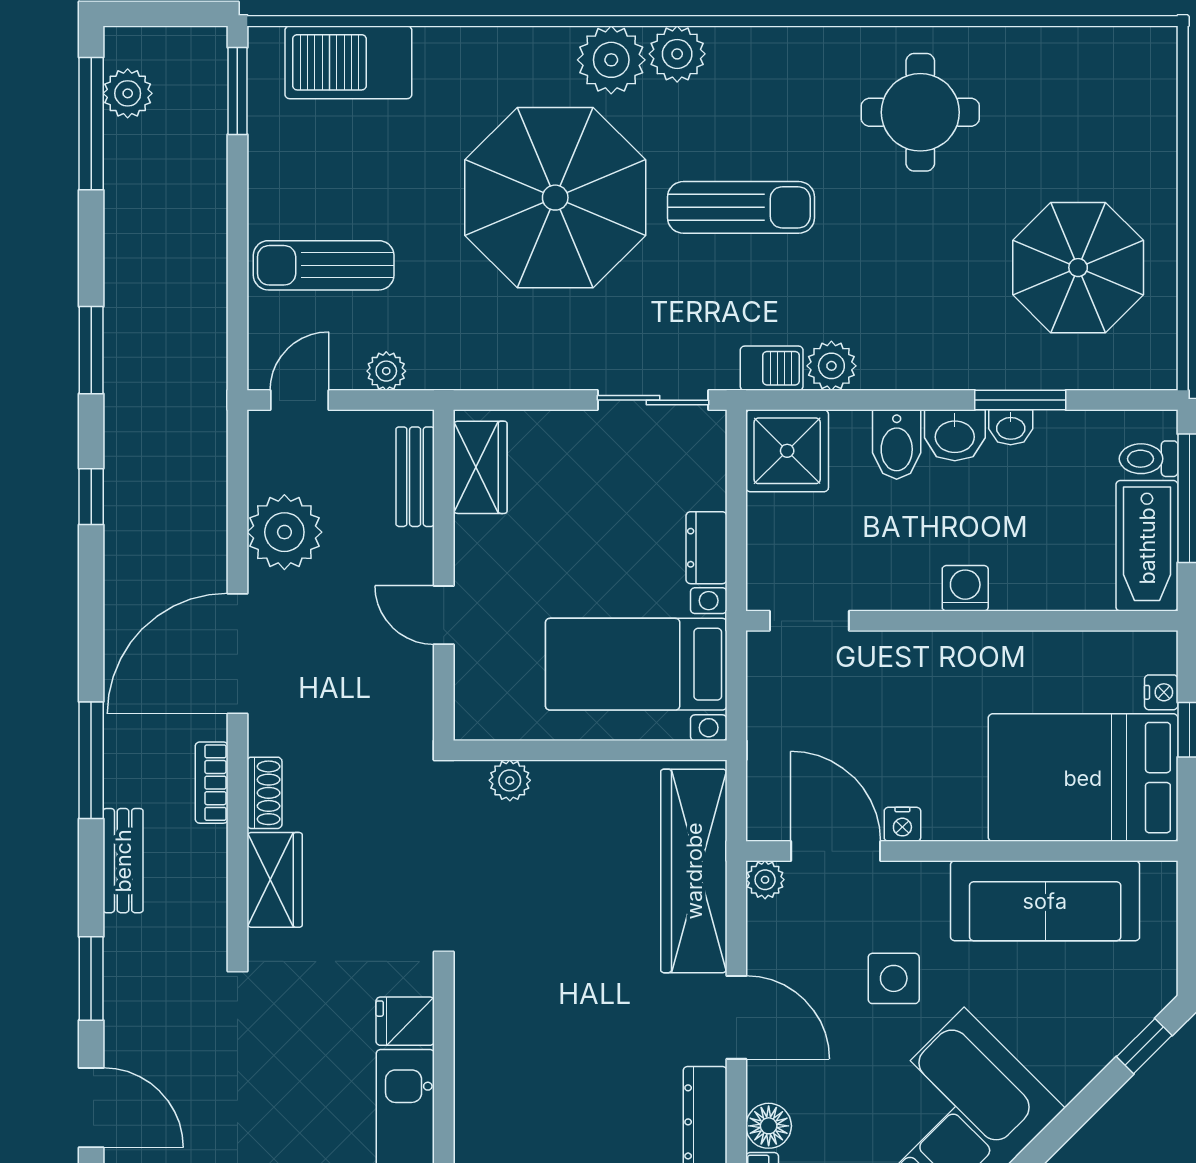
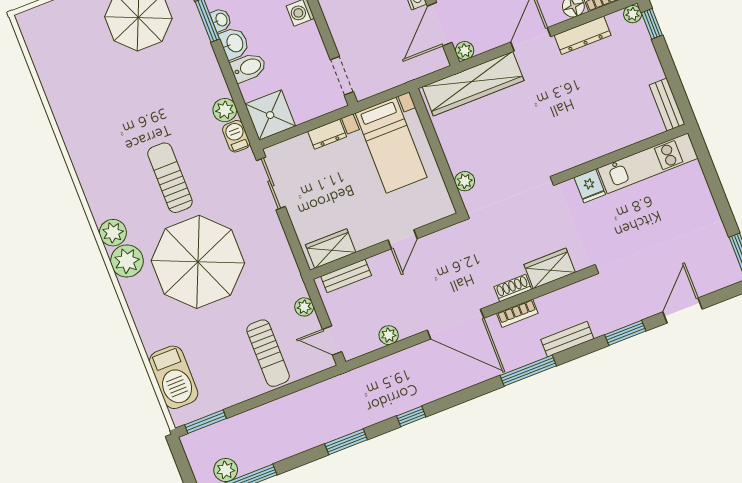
round table: (920, 112) -> (97, 115), removed
plant: (284, 532) -> (389, 335), width x0.53, depth x0.53

